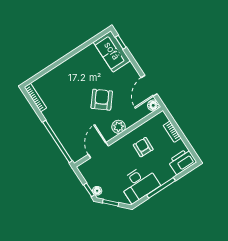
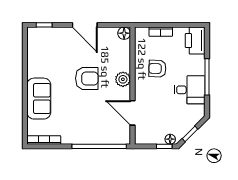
sofa: (112, 51) -> (39, 99), moved, turned -90
door: (149, 86) -> (85, 25), moved
armchair: (102, 100) -> (87, 78), turned 141
desk: (139, 184) -> (190, 90), width x0.73

